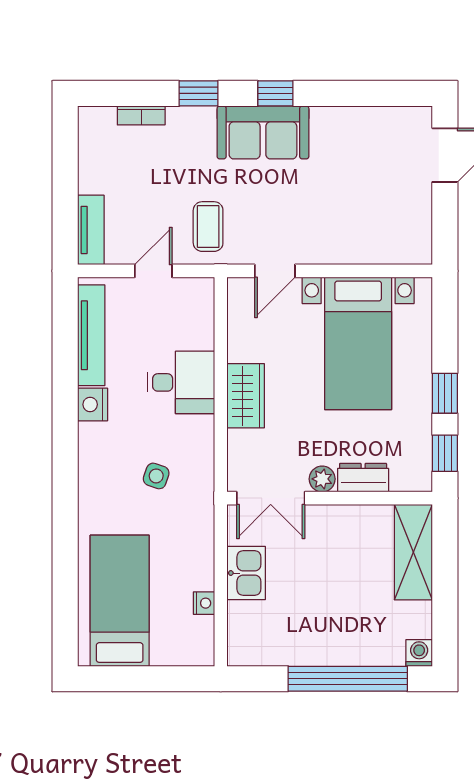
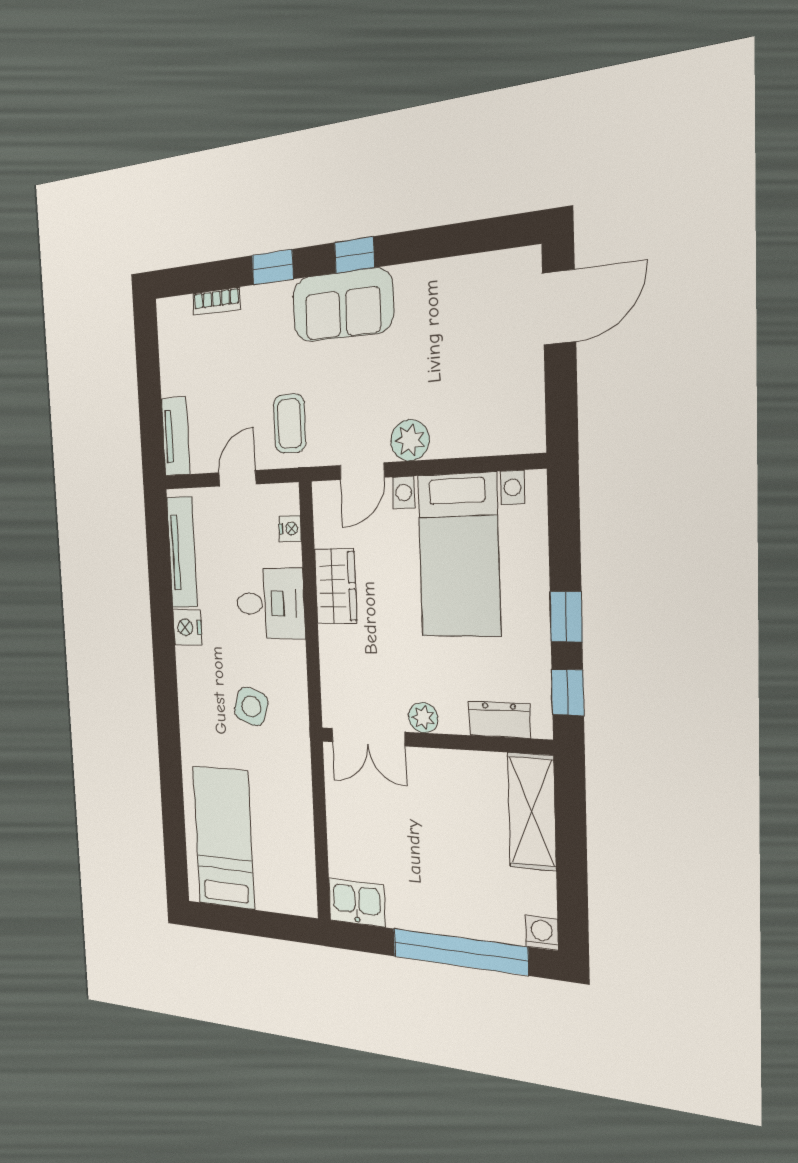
plant: (319, 248) -> (410, 440), added
wardrobe: (246, 396) -> (336, 586), moved
side table: (156, 476) -> (251, 706), width x1.37, depth x1.37
dresser: (363, 478) -> (499, 720), moved
kitchen sink: (246, 573) -> (357, 903), moved, turned -90
nightstand: (204, 603) -> (290, 529), moved

